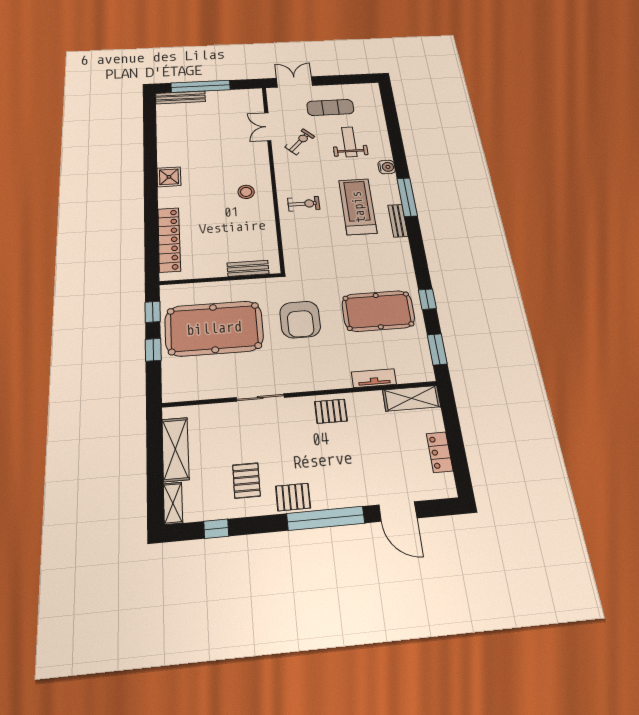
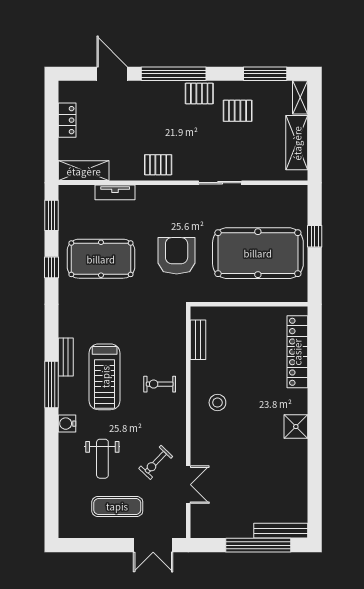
bench: (248, 268) -> (198, 340), moved, turned 90
window: (153, 312) -> (315, 275), removed
pallet: (246, 480) -> (238, 111), turned 90
window: (216, 529) -> (265, 74), width x2.17

